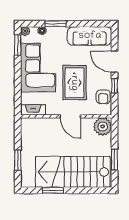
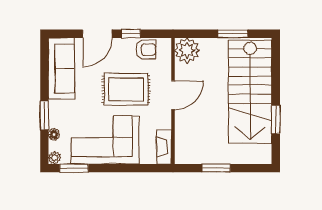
window: (18, 160) -> (216, 168), moved

